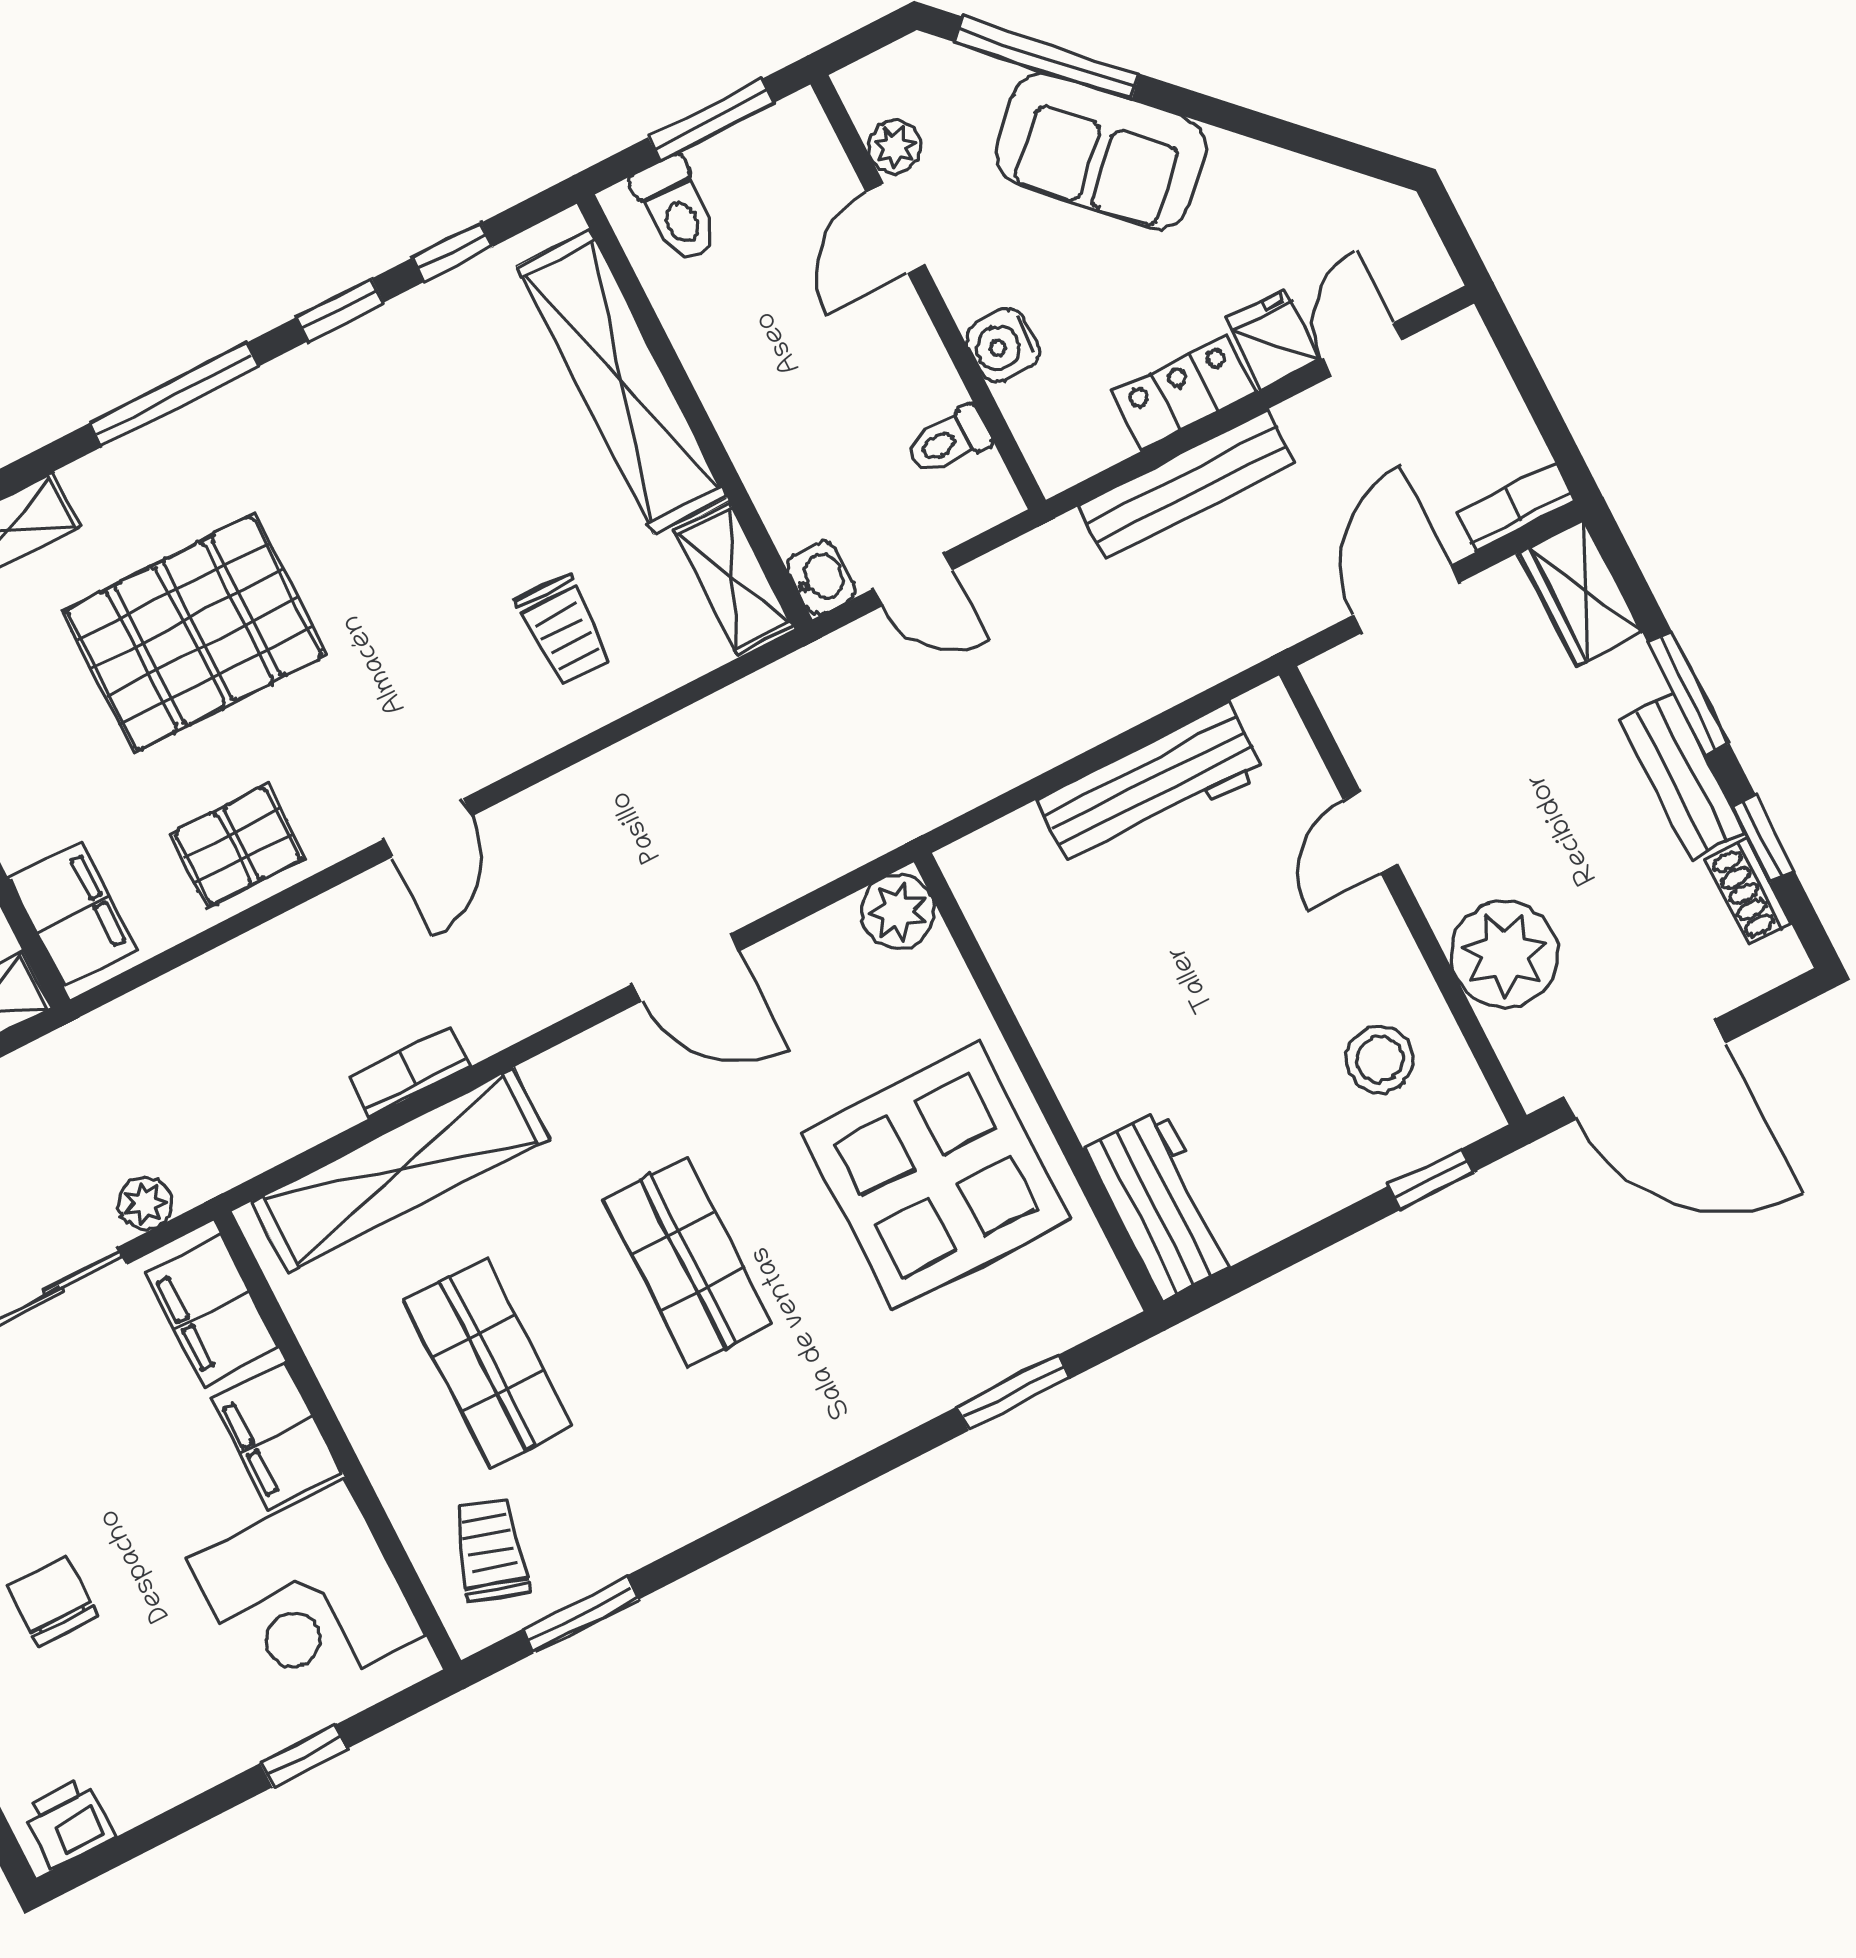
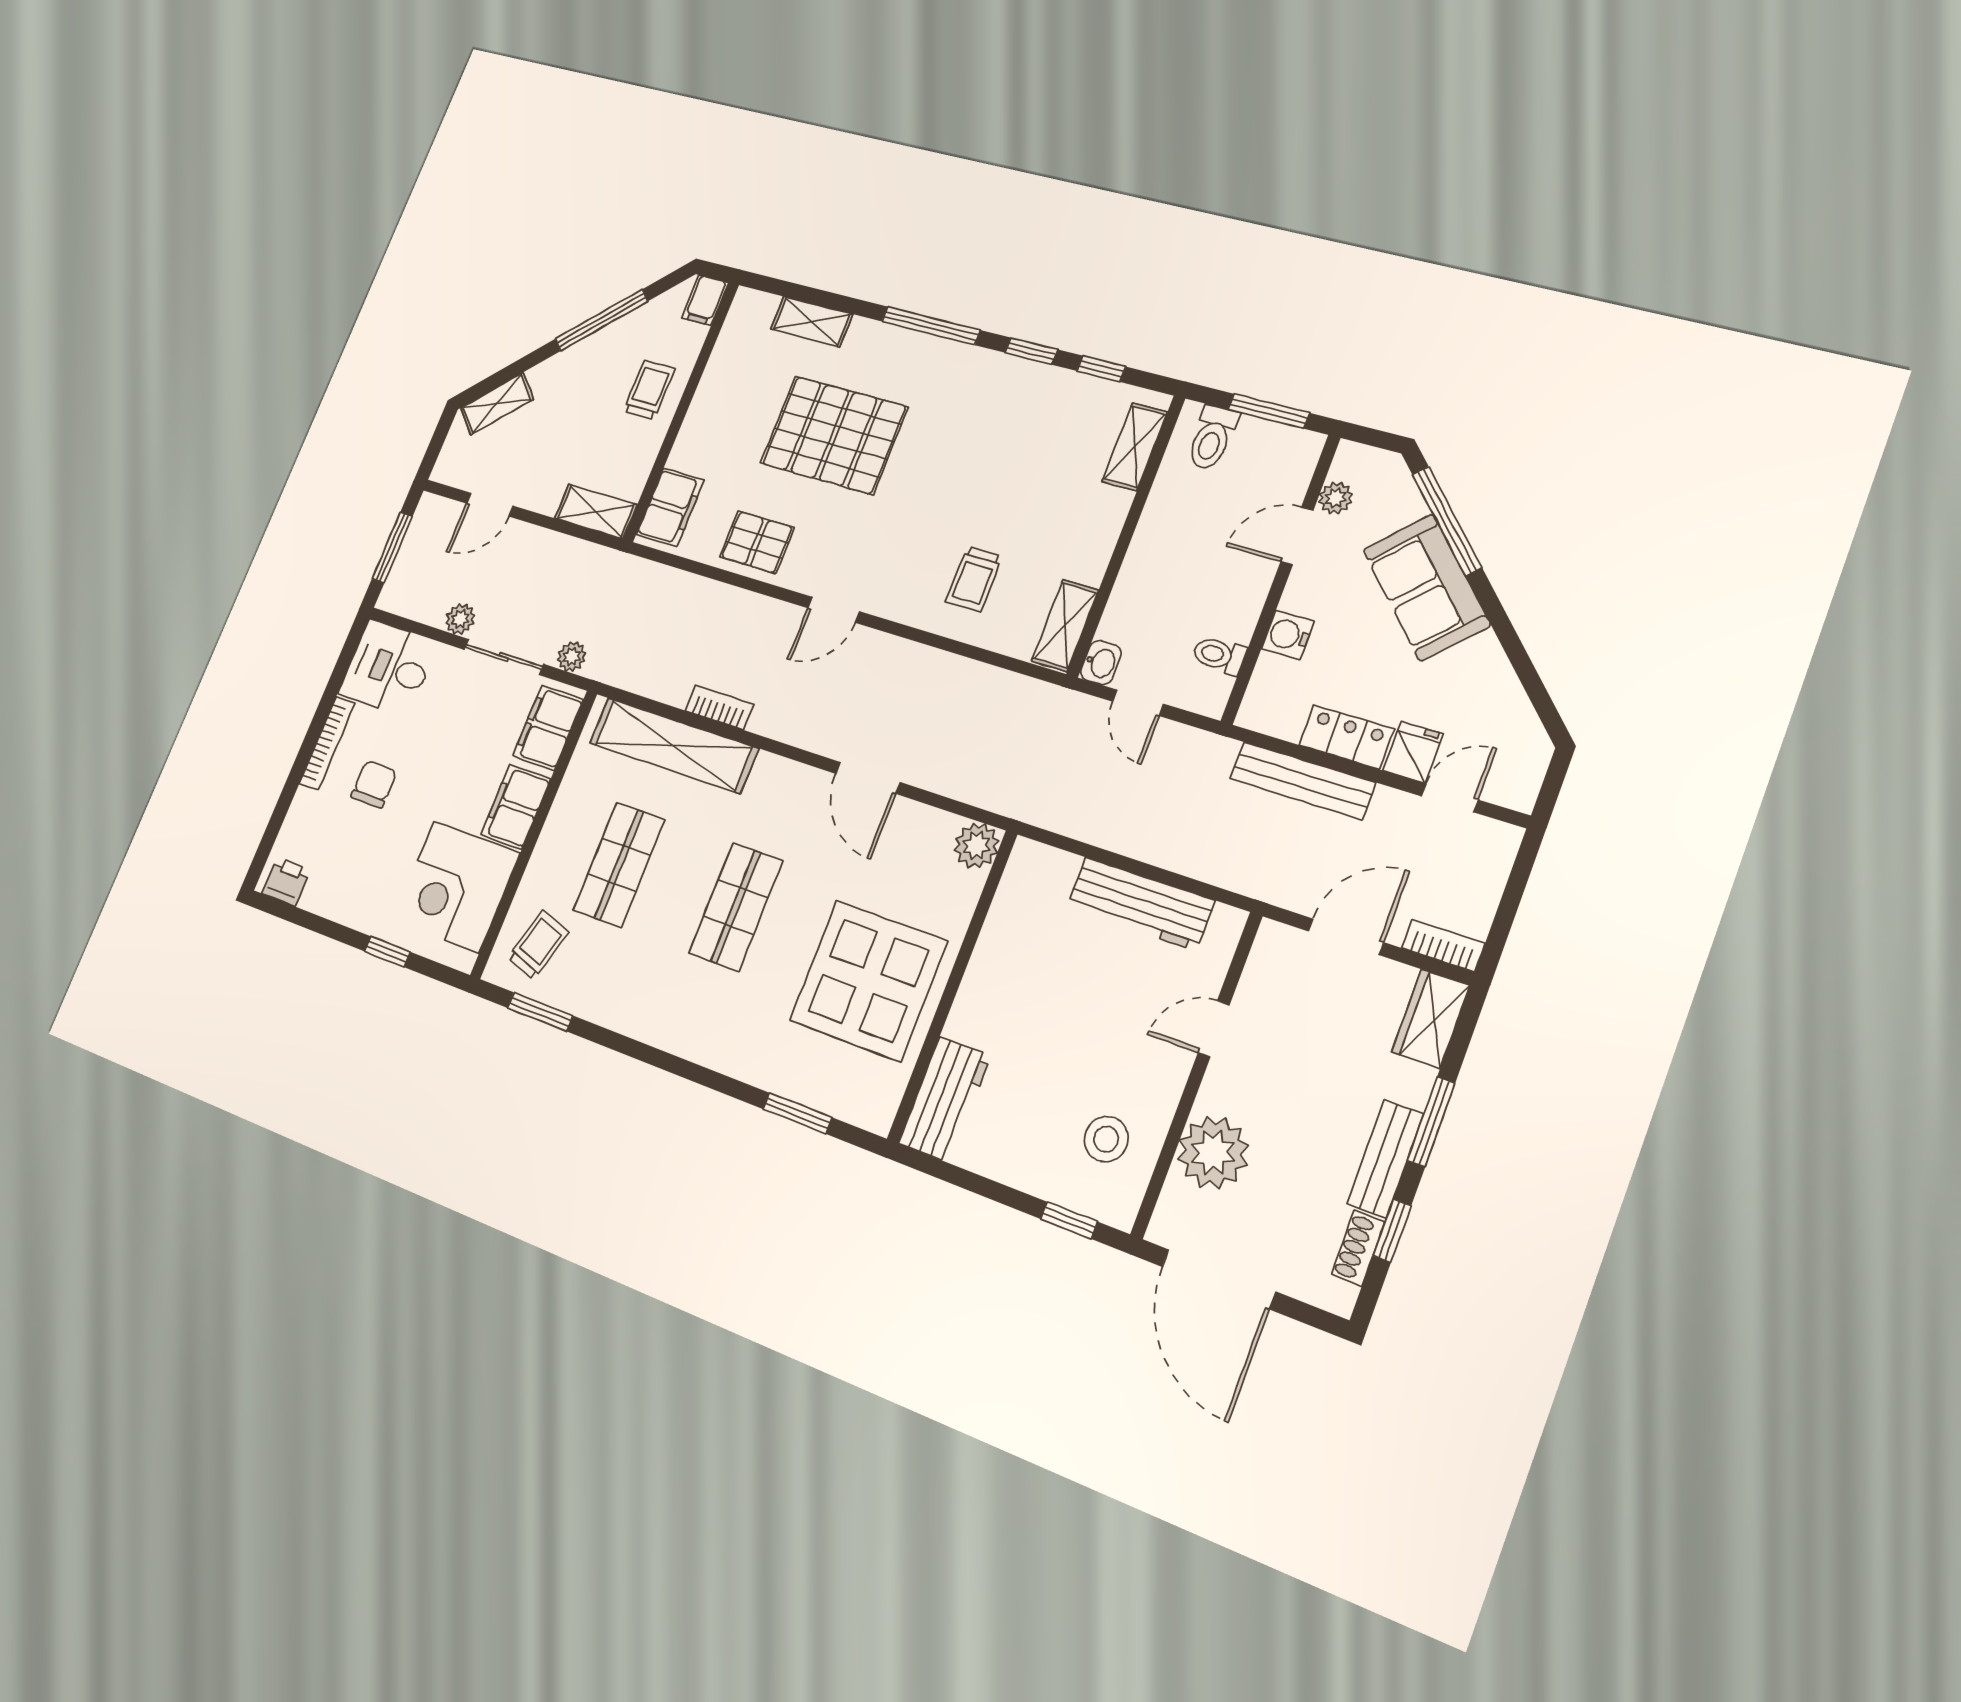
shelving: (622, 382) -> (1135, 447), width x0.45, depth x0.75

